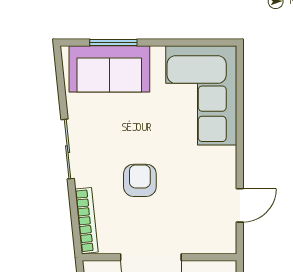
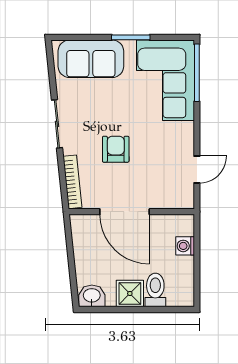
window: (113, 43) -> (131, 37), moved
window: (240, 86) -> (197, 73), added

